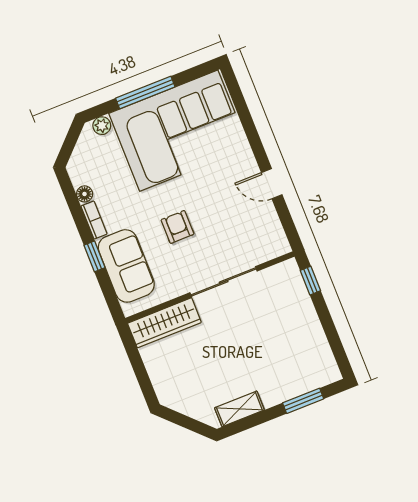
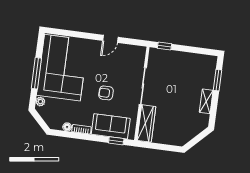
window: (95, 256) -> (116, 141), moved
shelving: (239, 409) -> (206, 101), moved

